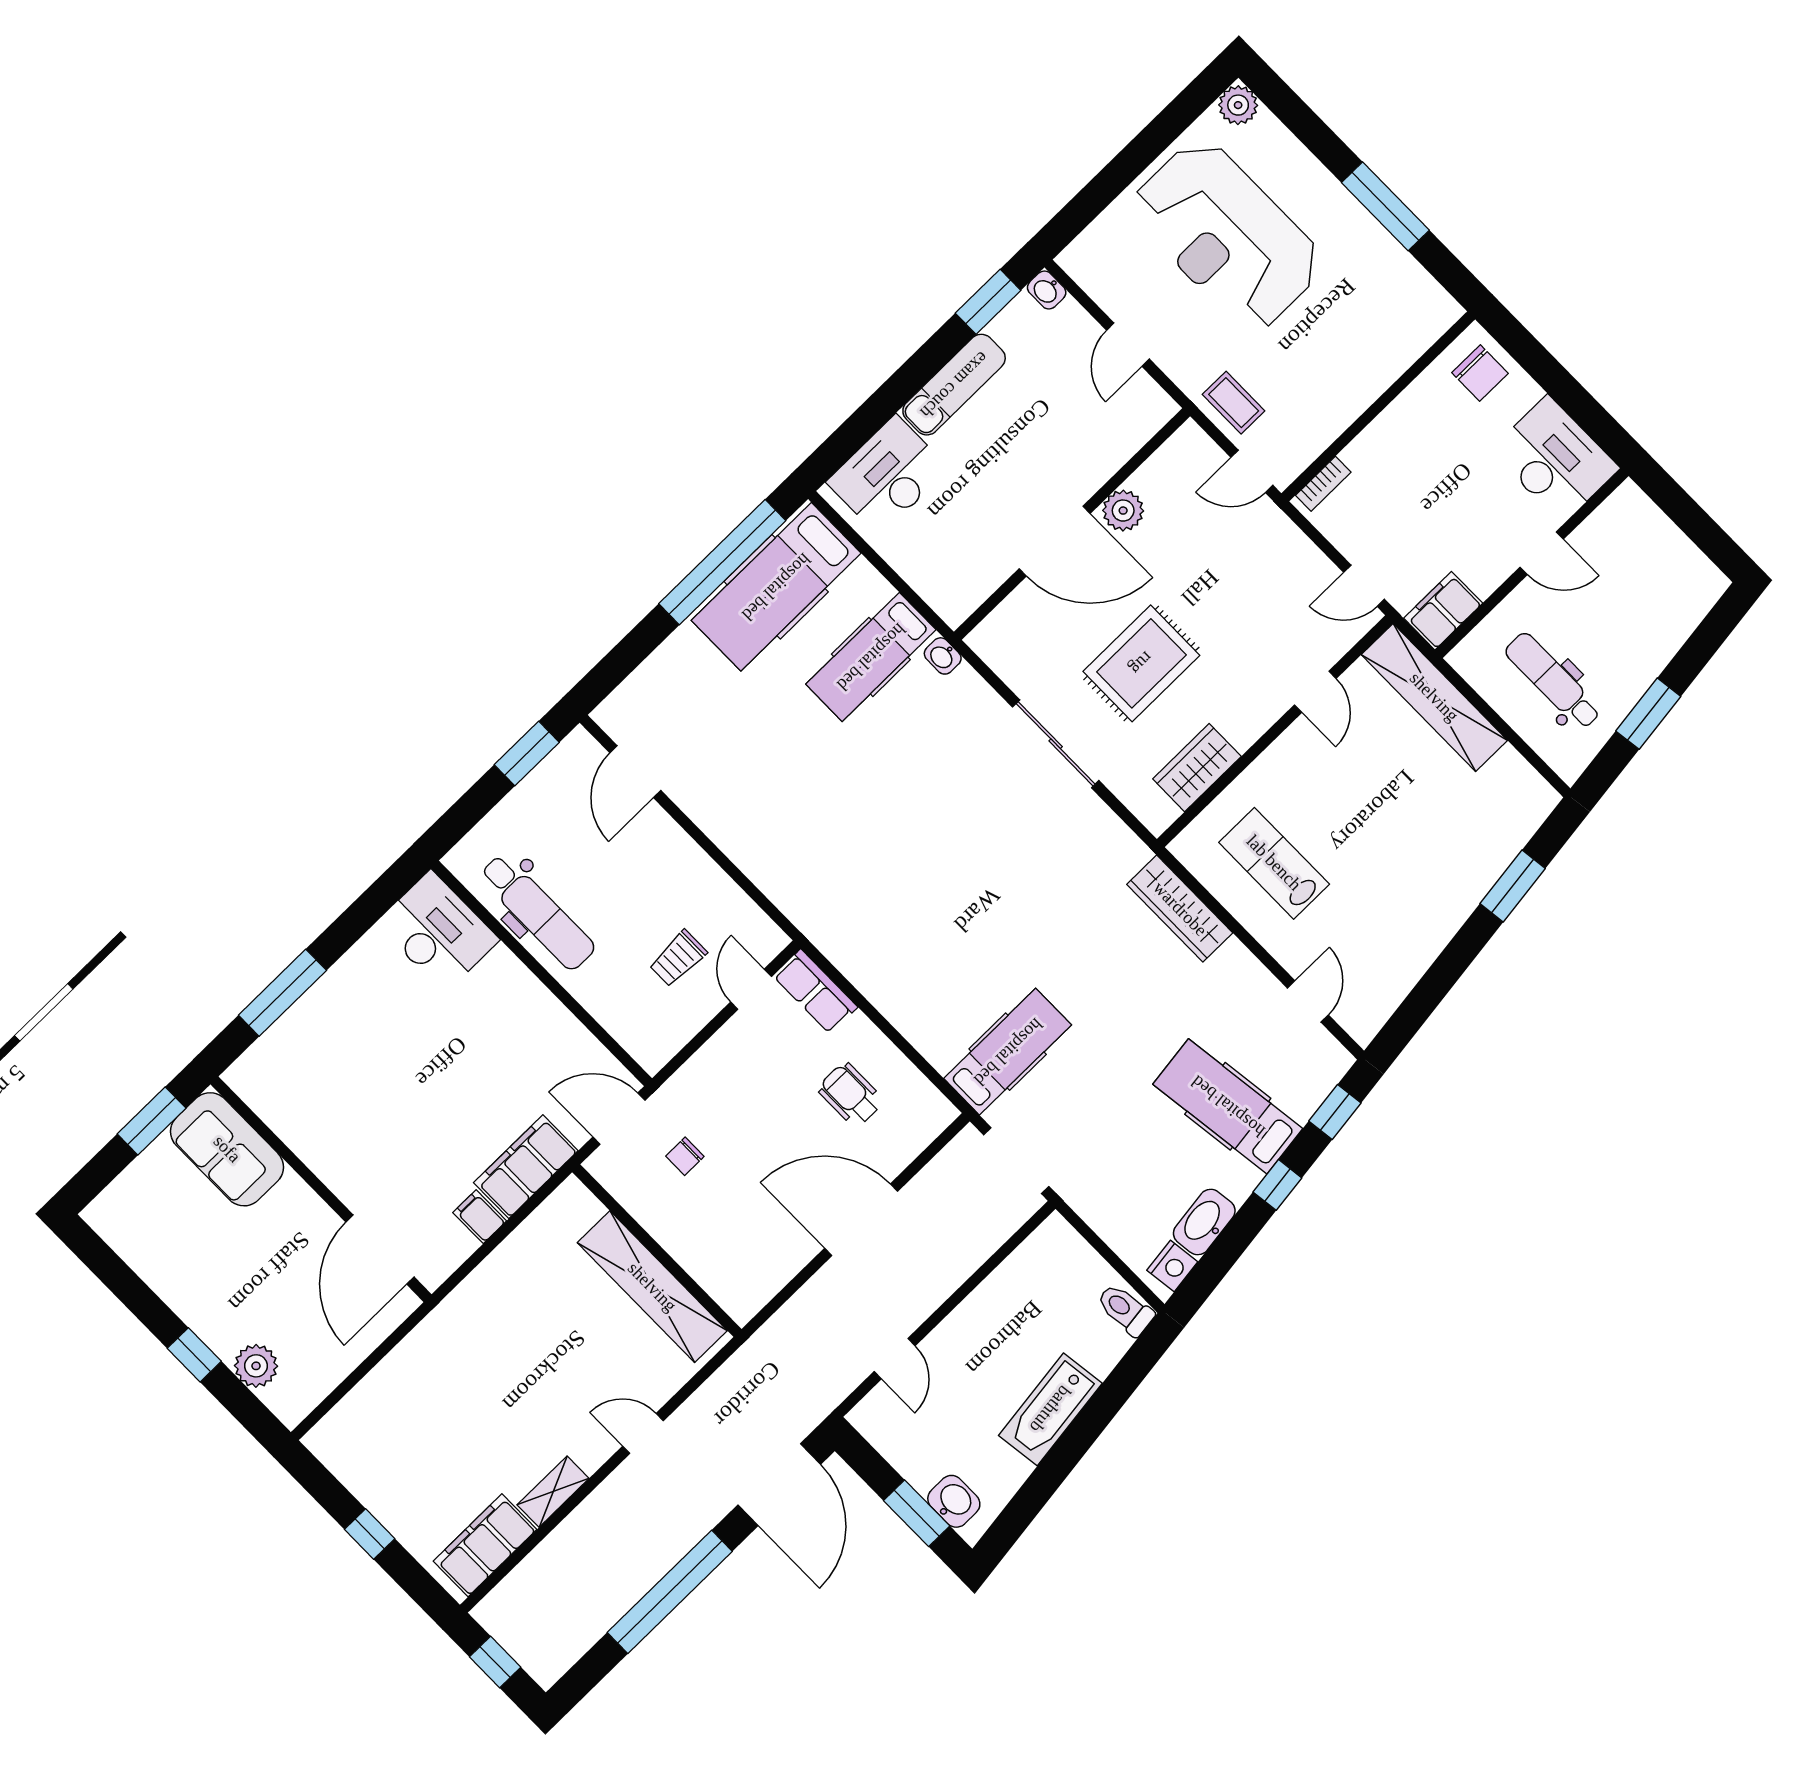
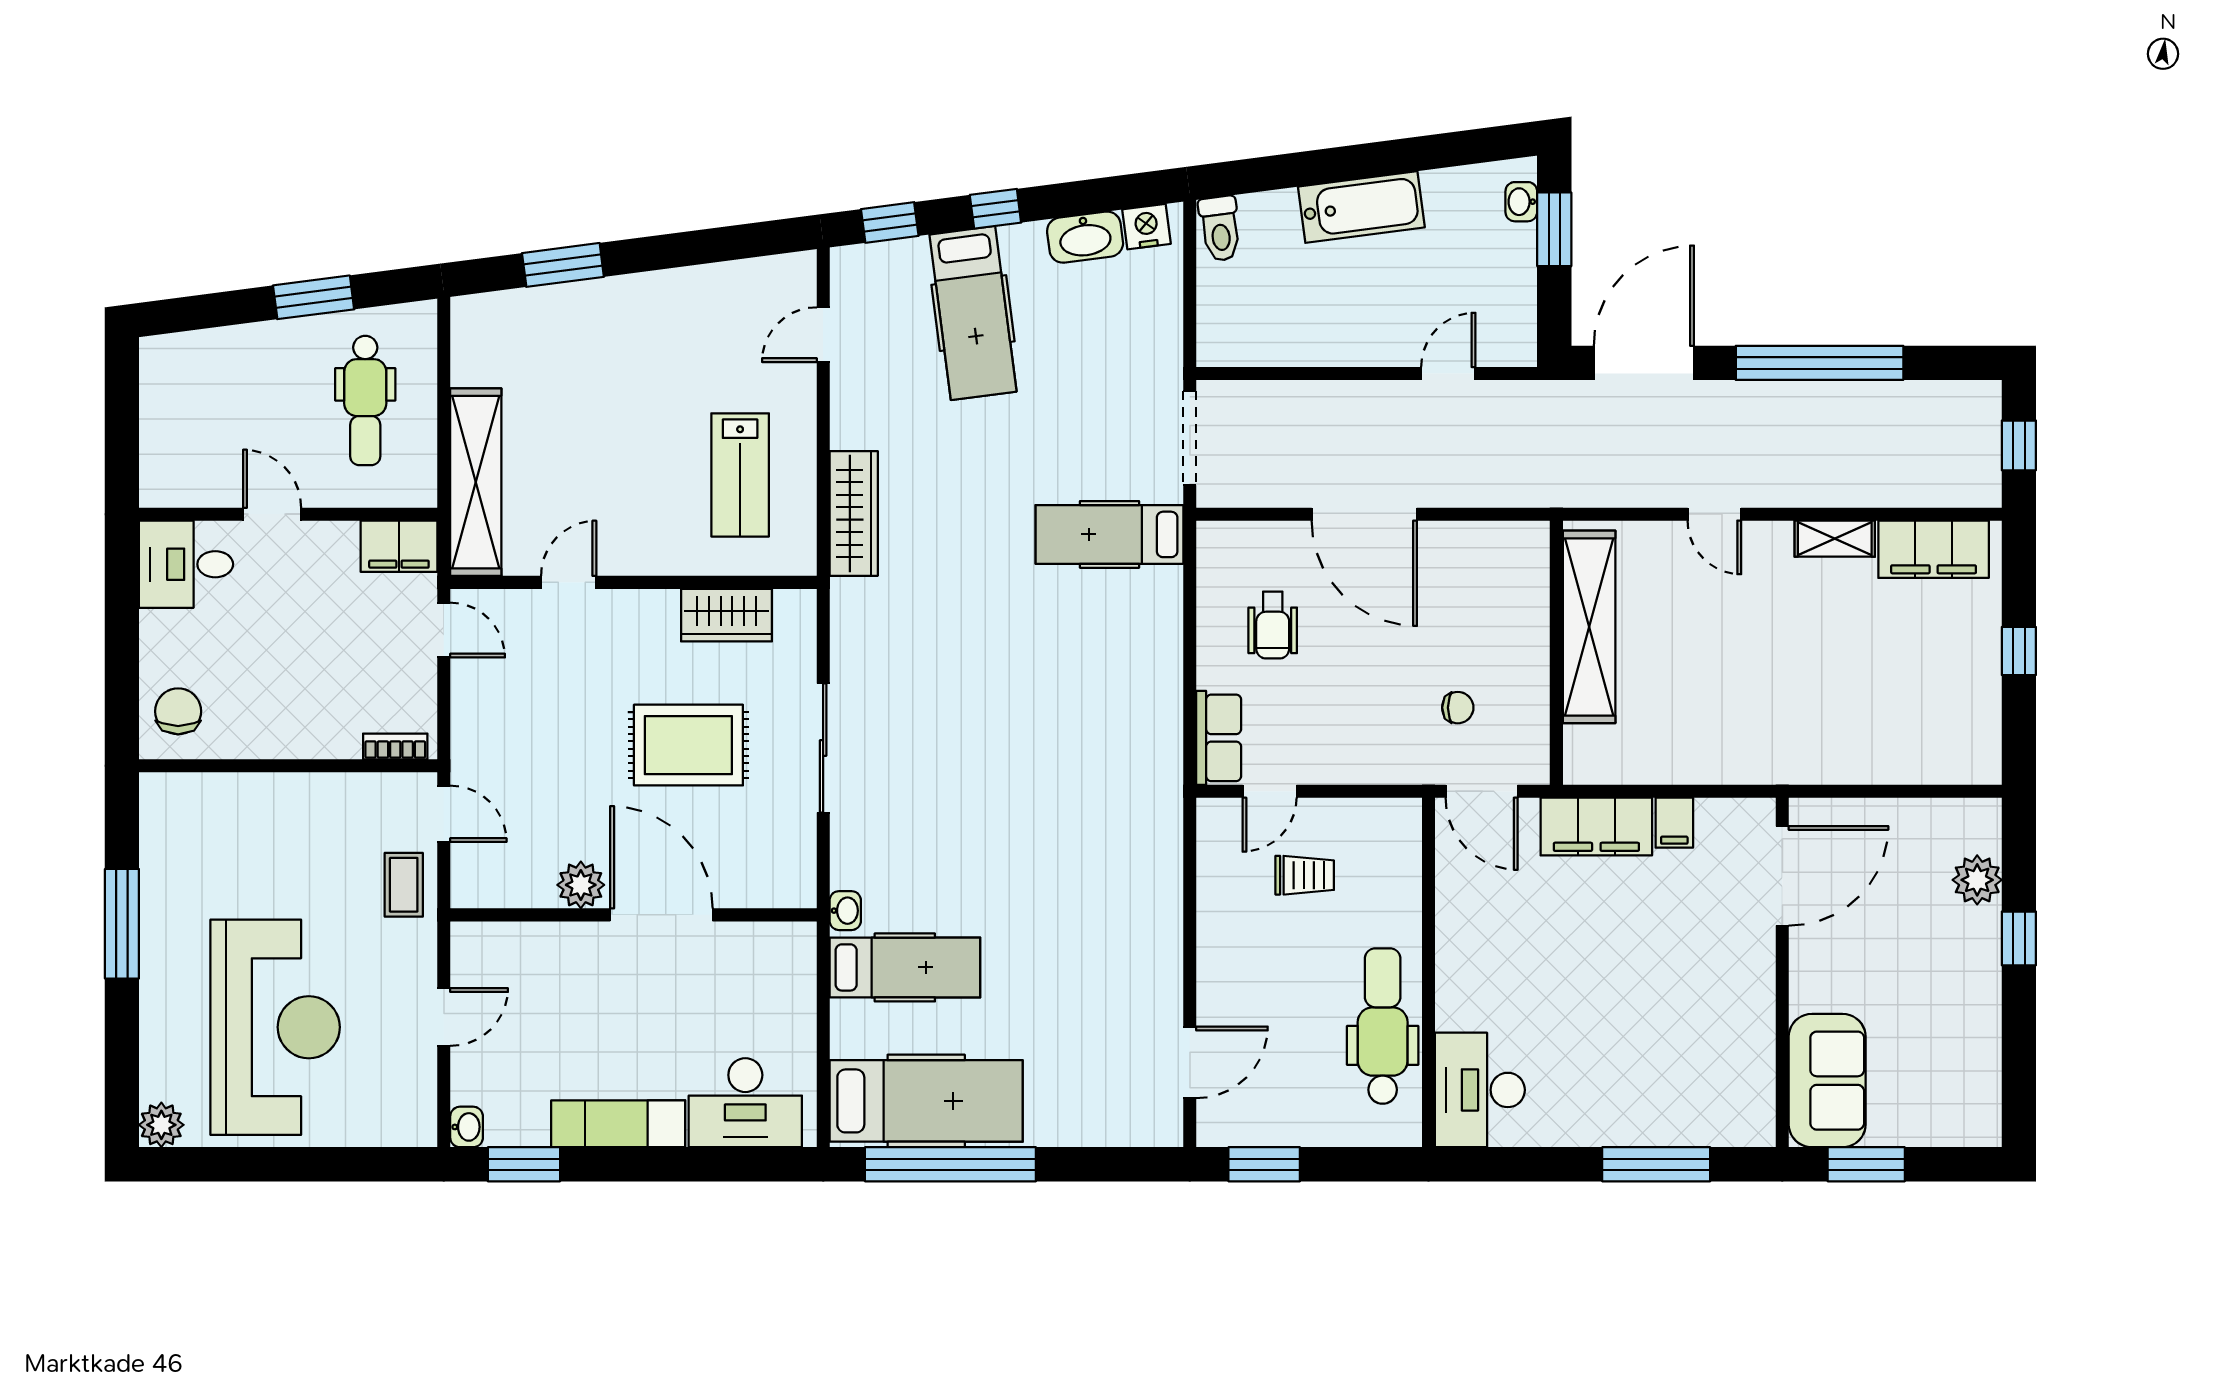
desk: (1555, 459) -> (186, 564), width x0.73
washbasin: (954, 1501) -> (1521, 202), width x0.72, depth x0.69

